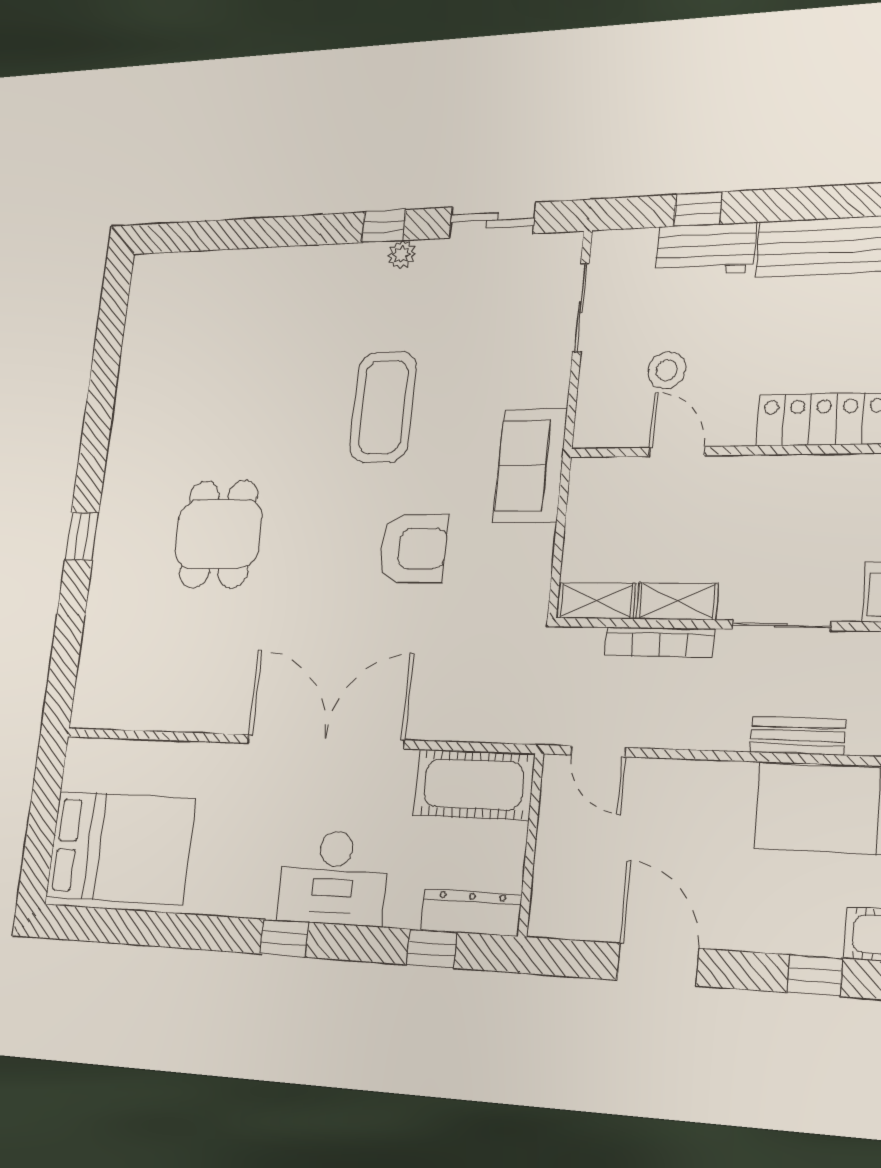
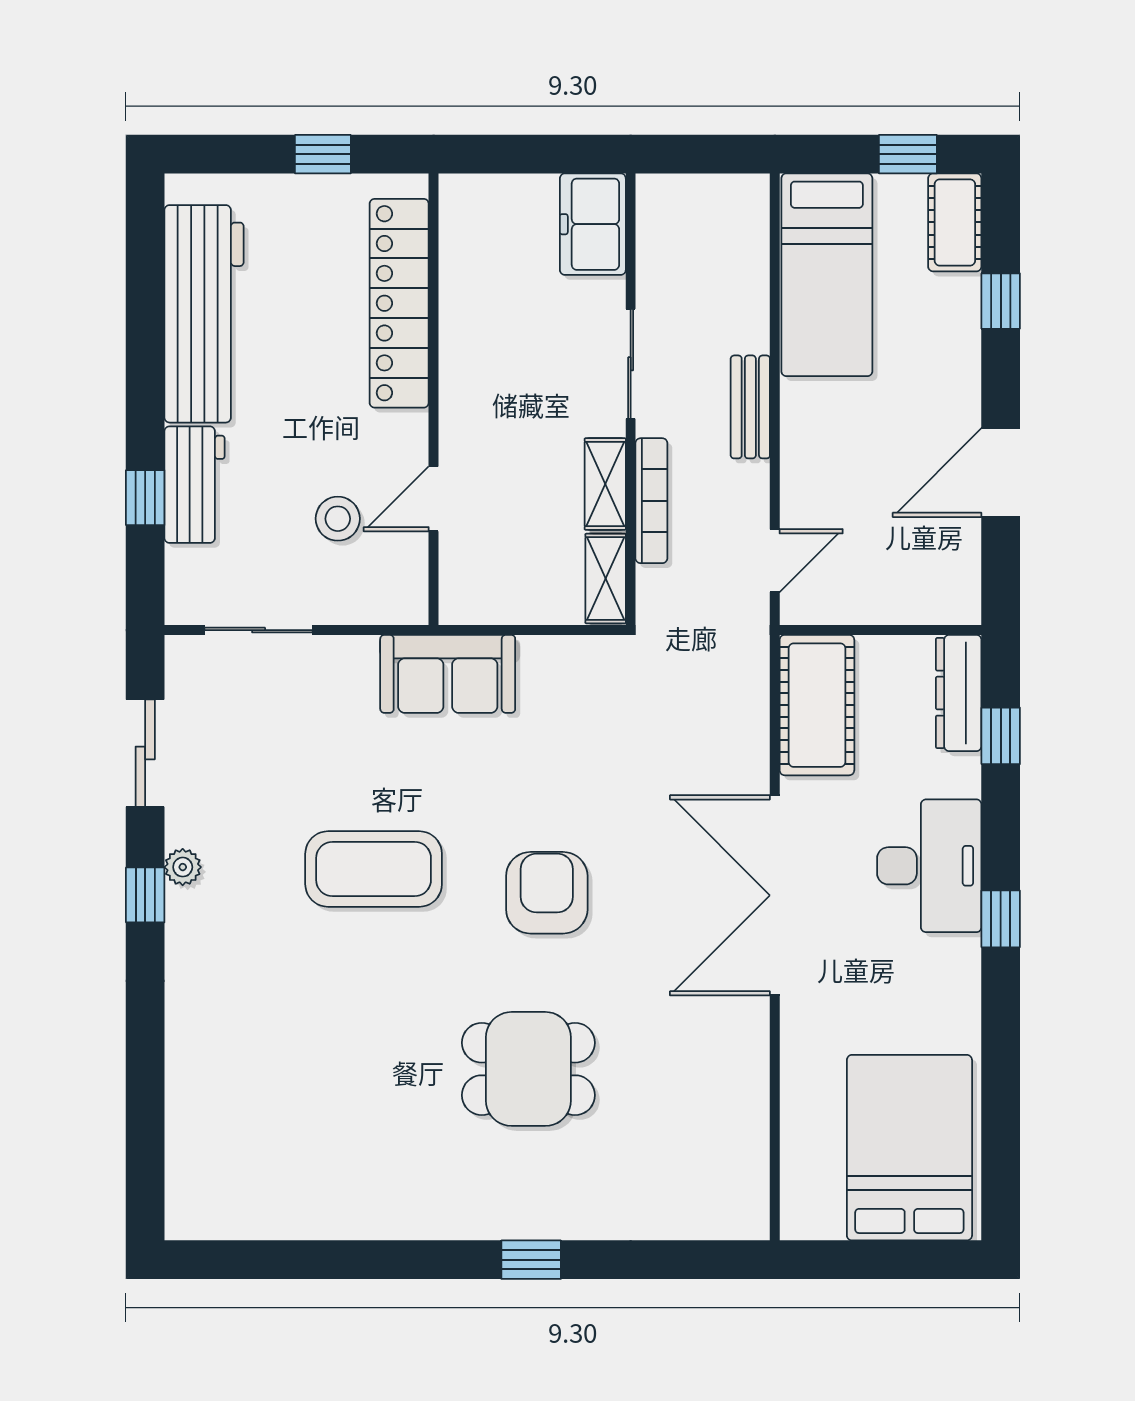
armchair: (413, 548) -> (547, 893), moved
bench: (798, 736) -> (750, 407), moved

